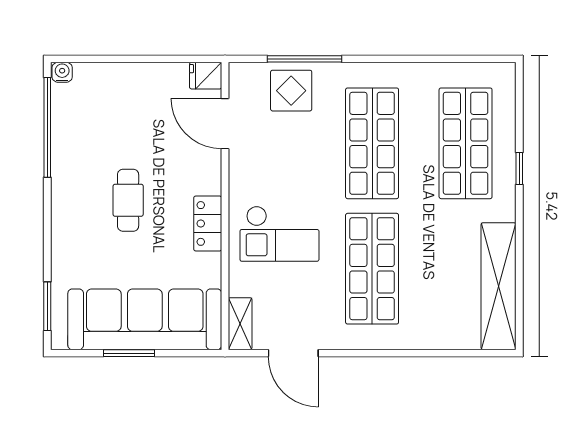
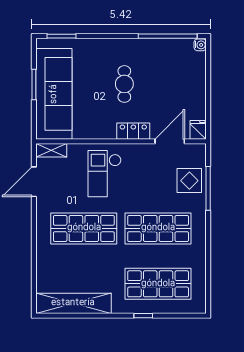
cafe table: (128, 200) -> (124, 84), turned 90
locker: (208, 223) -> (133, 131), moved

